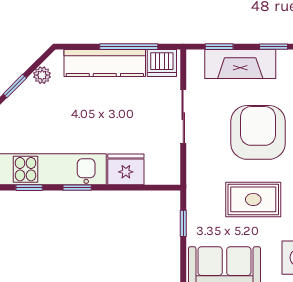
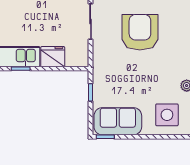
rug: (253, 199) -> (137, 76), removed

